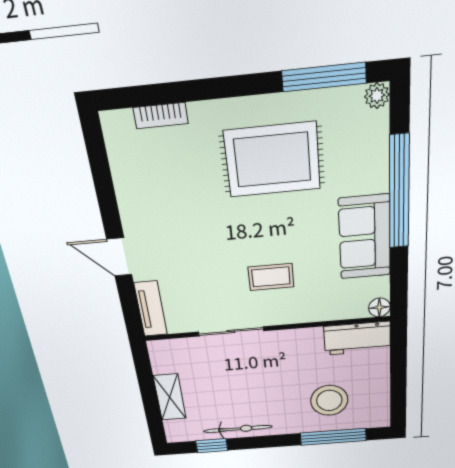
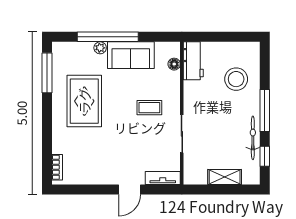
plant: (377, 96) -> (100, 48), moved
bookcase: (161, 116) -> (57, 167), moved
coffee table: (271, 277) -> (149, 108), turned 90
floor lamp: (379, 307) -> (174, 64), moved
window: (333, 437) -> (265, 110), moved

